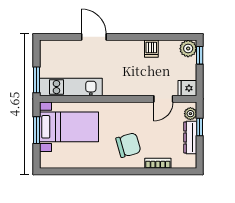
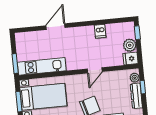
door: (94, 37) -> (56, 27), hinge flipped
plant: (188, 49) -> (130, 45), moved
door: (163, 99) -> (95, 70), moved

